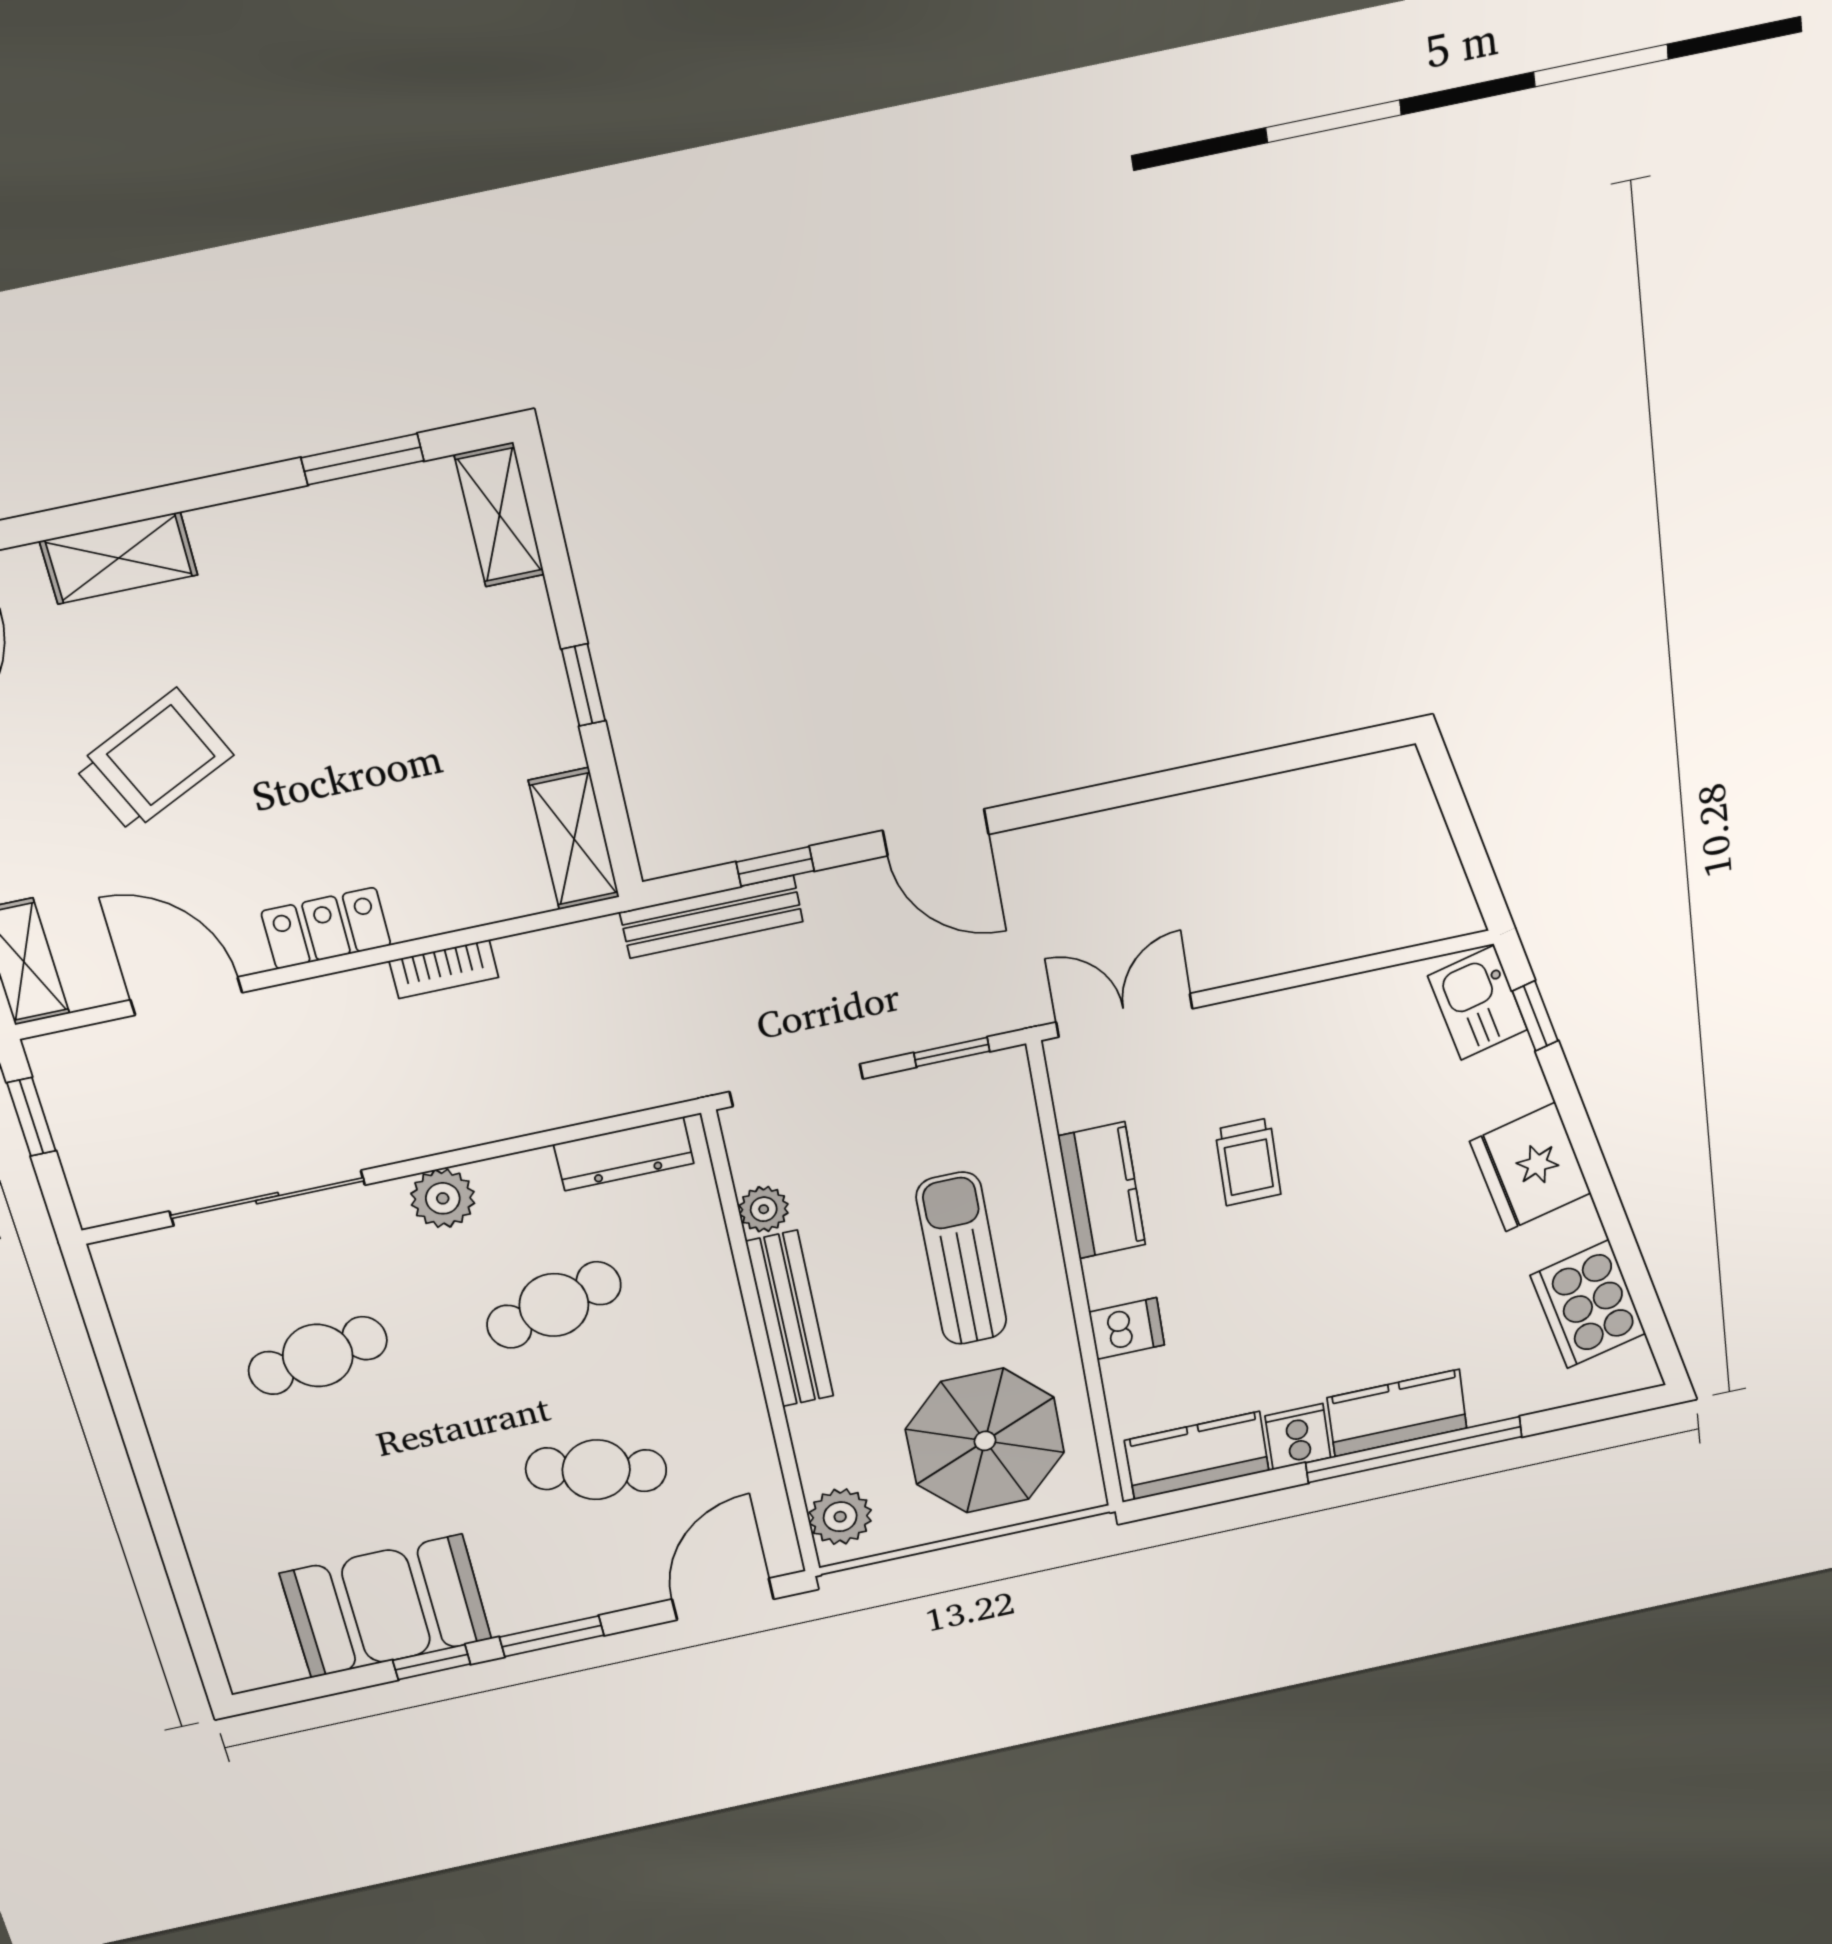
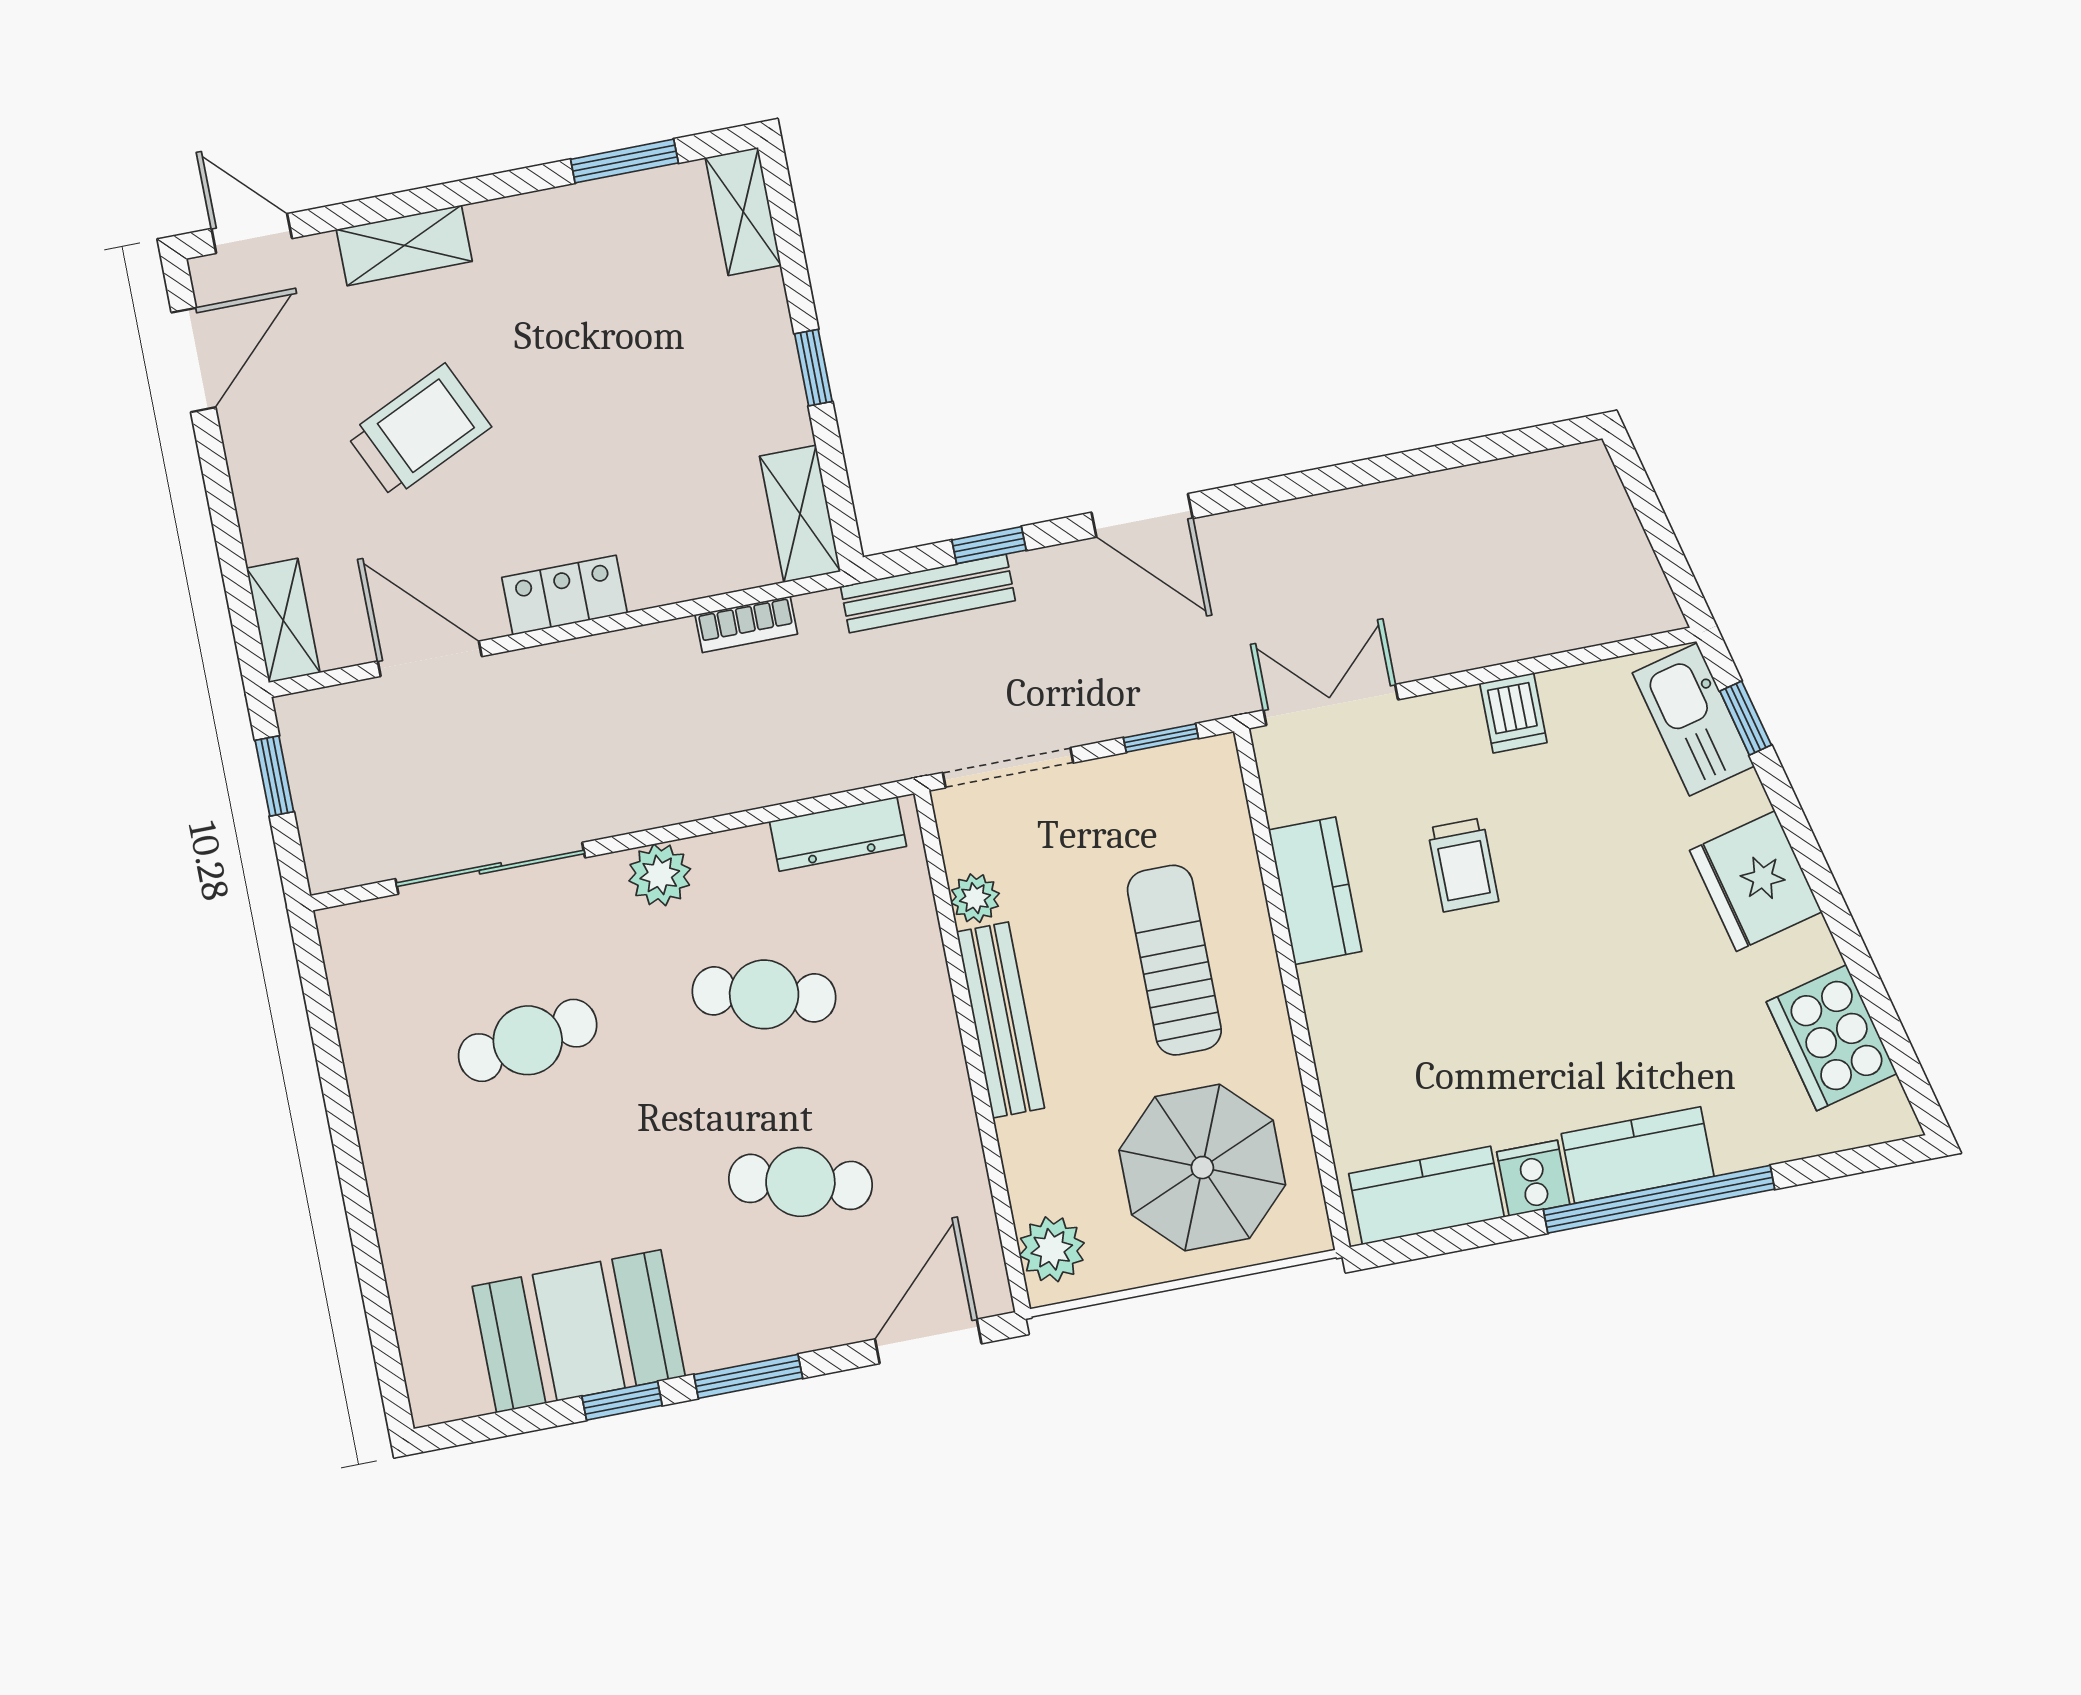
bookcase: (444, 969) -> (746, 624), moved
kitchen sink: (1478, 1003) -> (1693, 719), width x1.38
cafe table: (554, 1305) -> (764, 994), turned 30
dishwasher: (1127, 1329) -> (1513, 713), moved, turned 90

